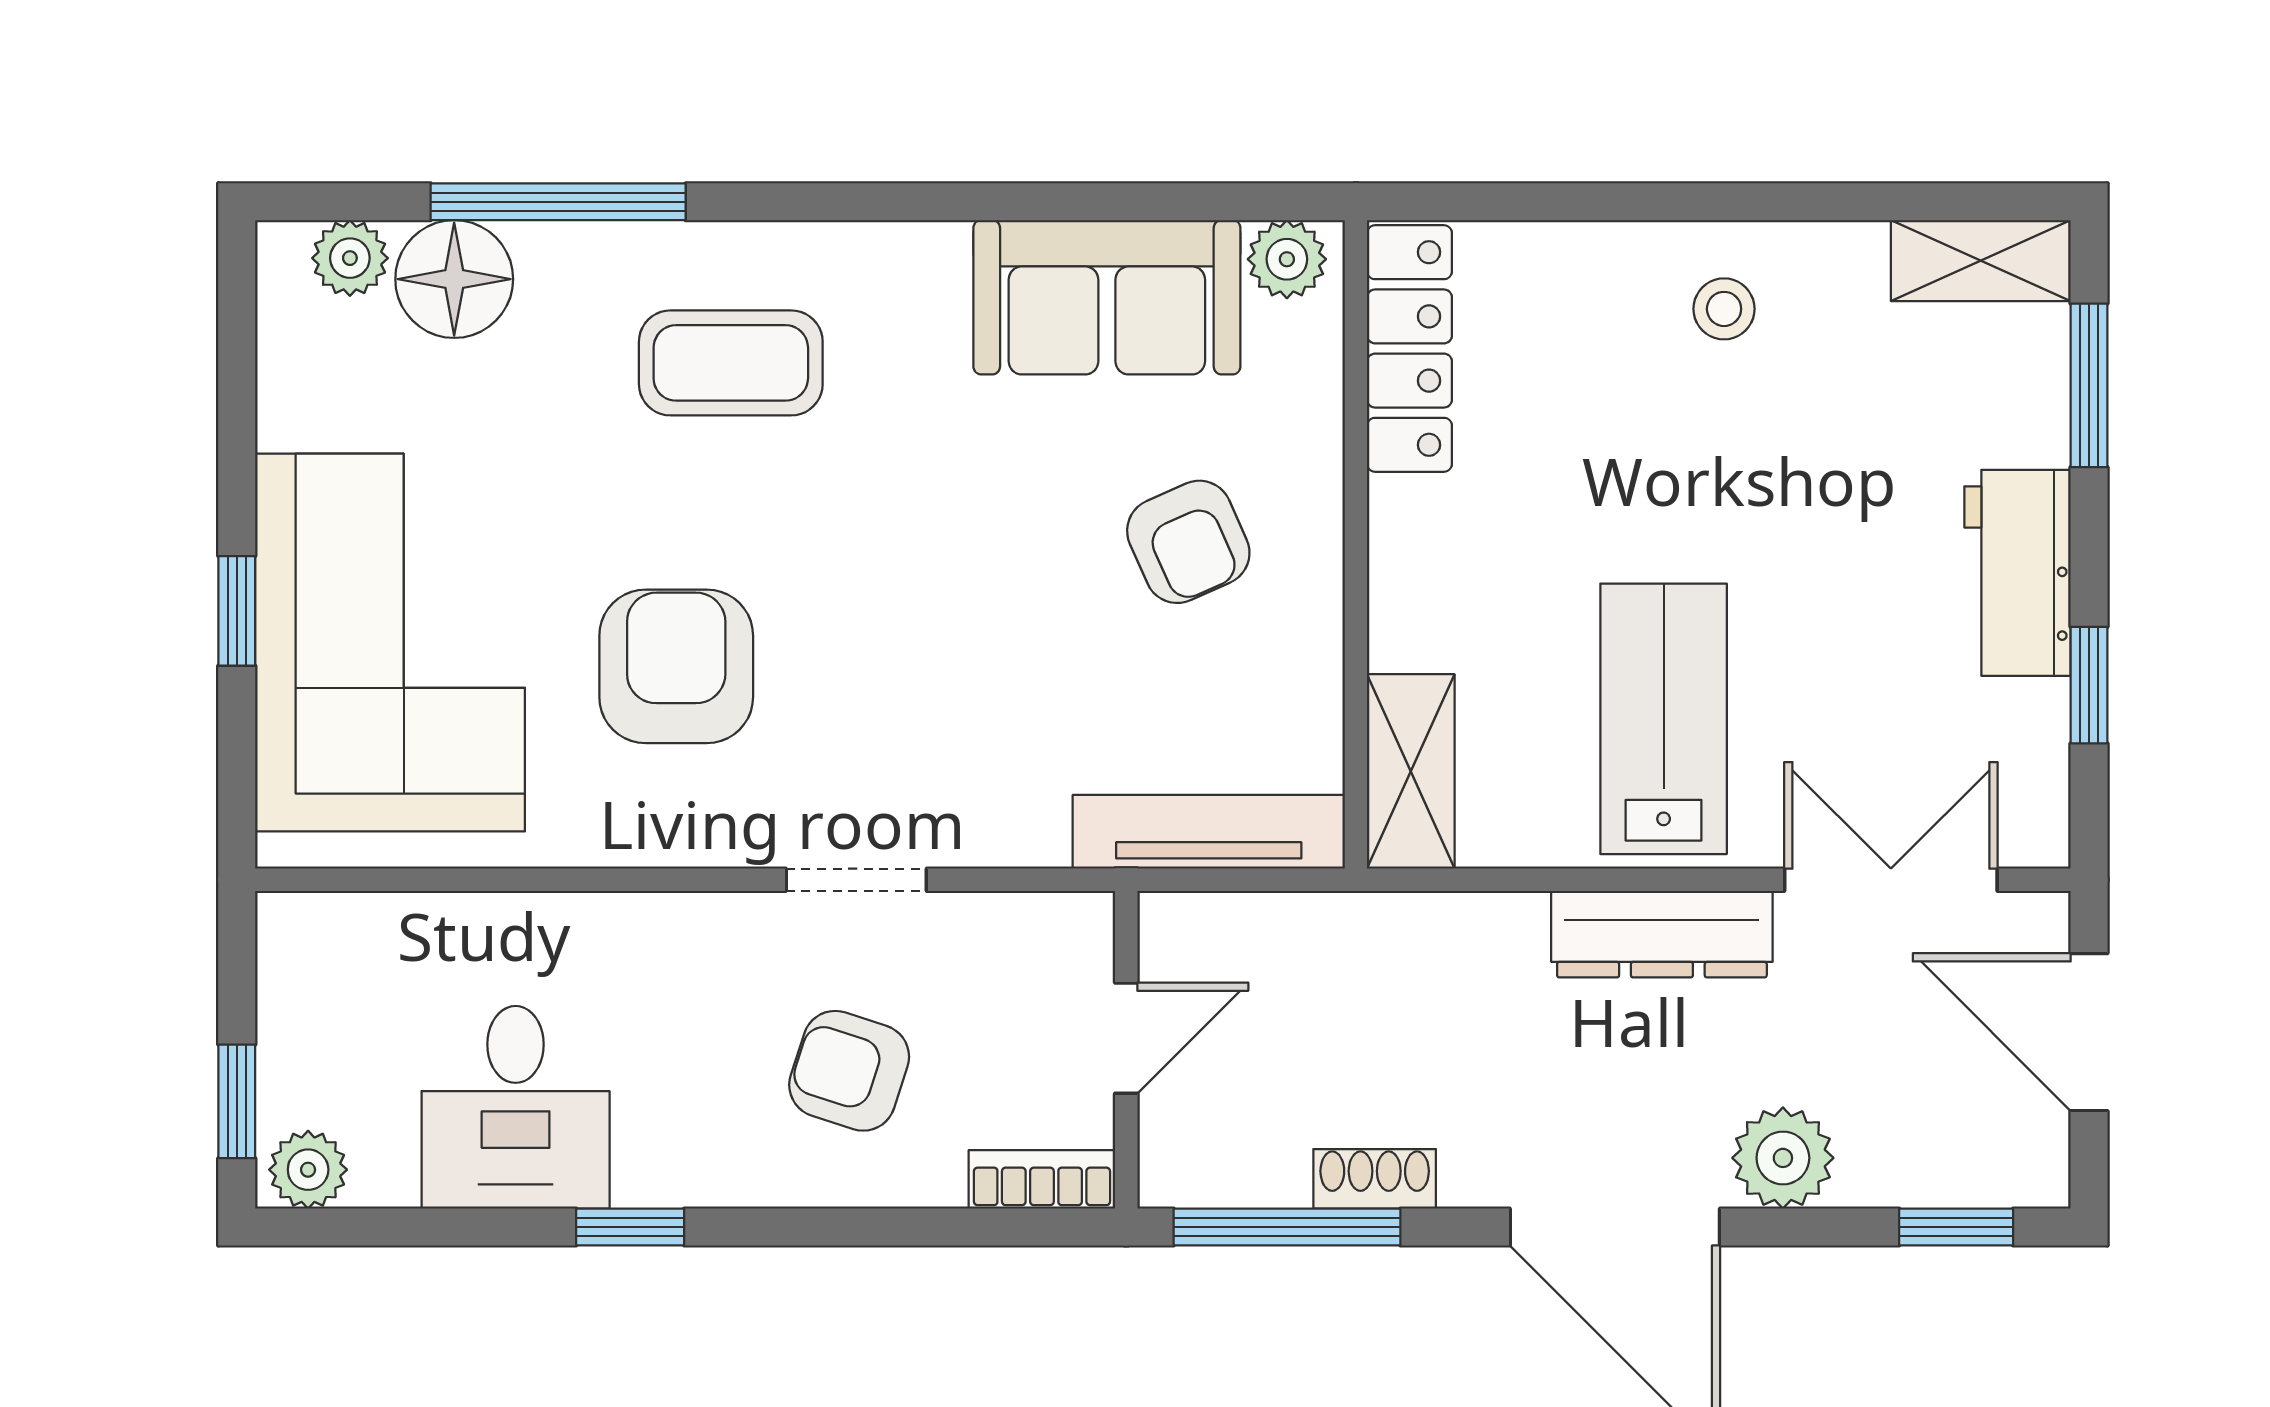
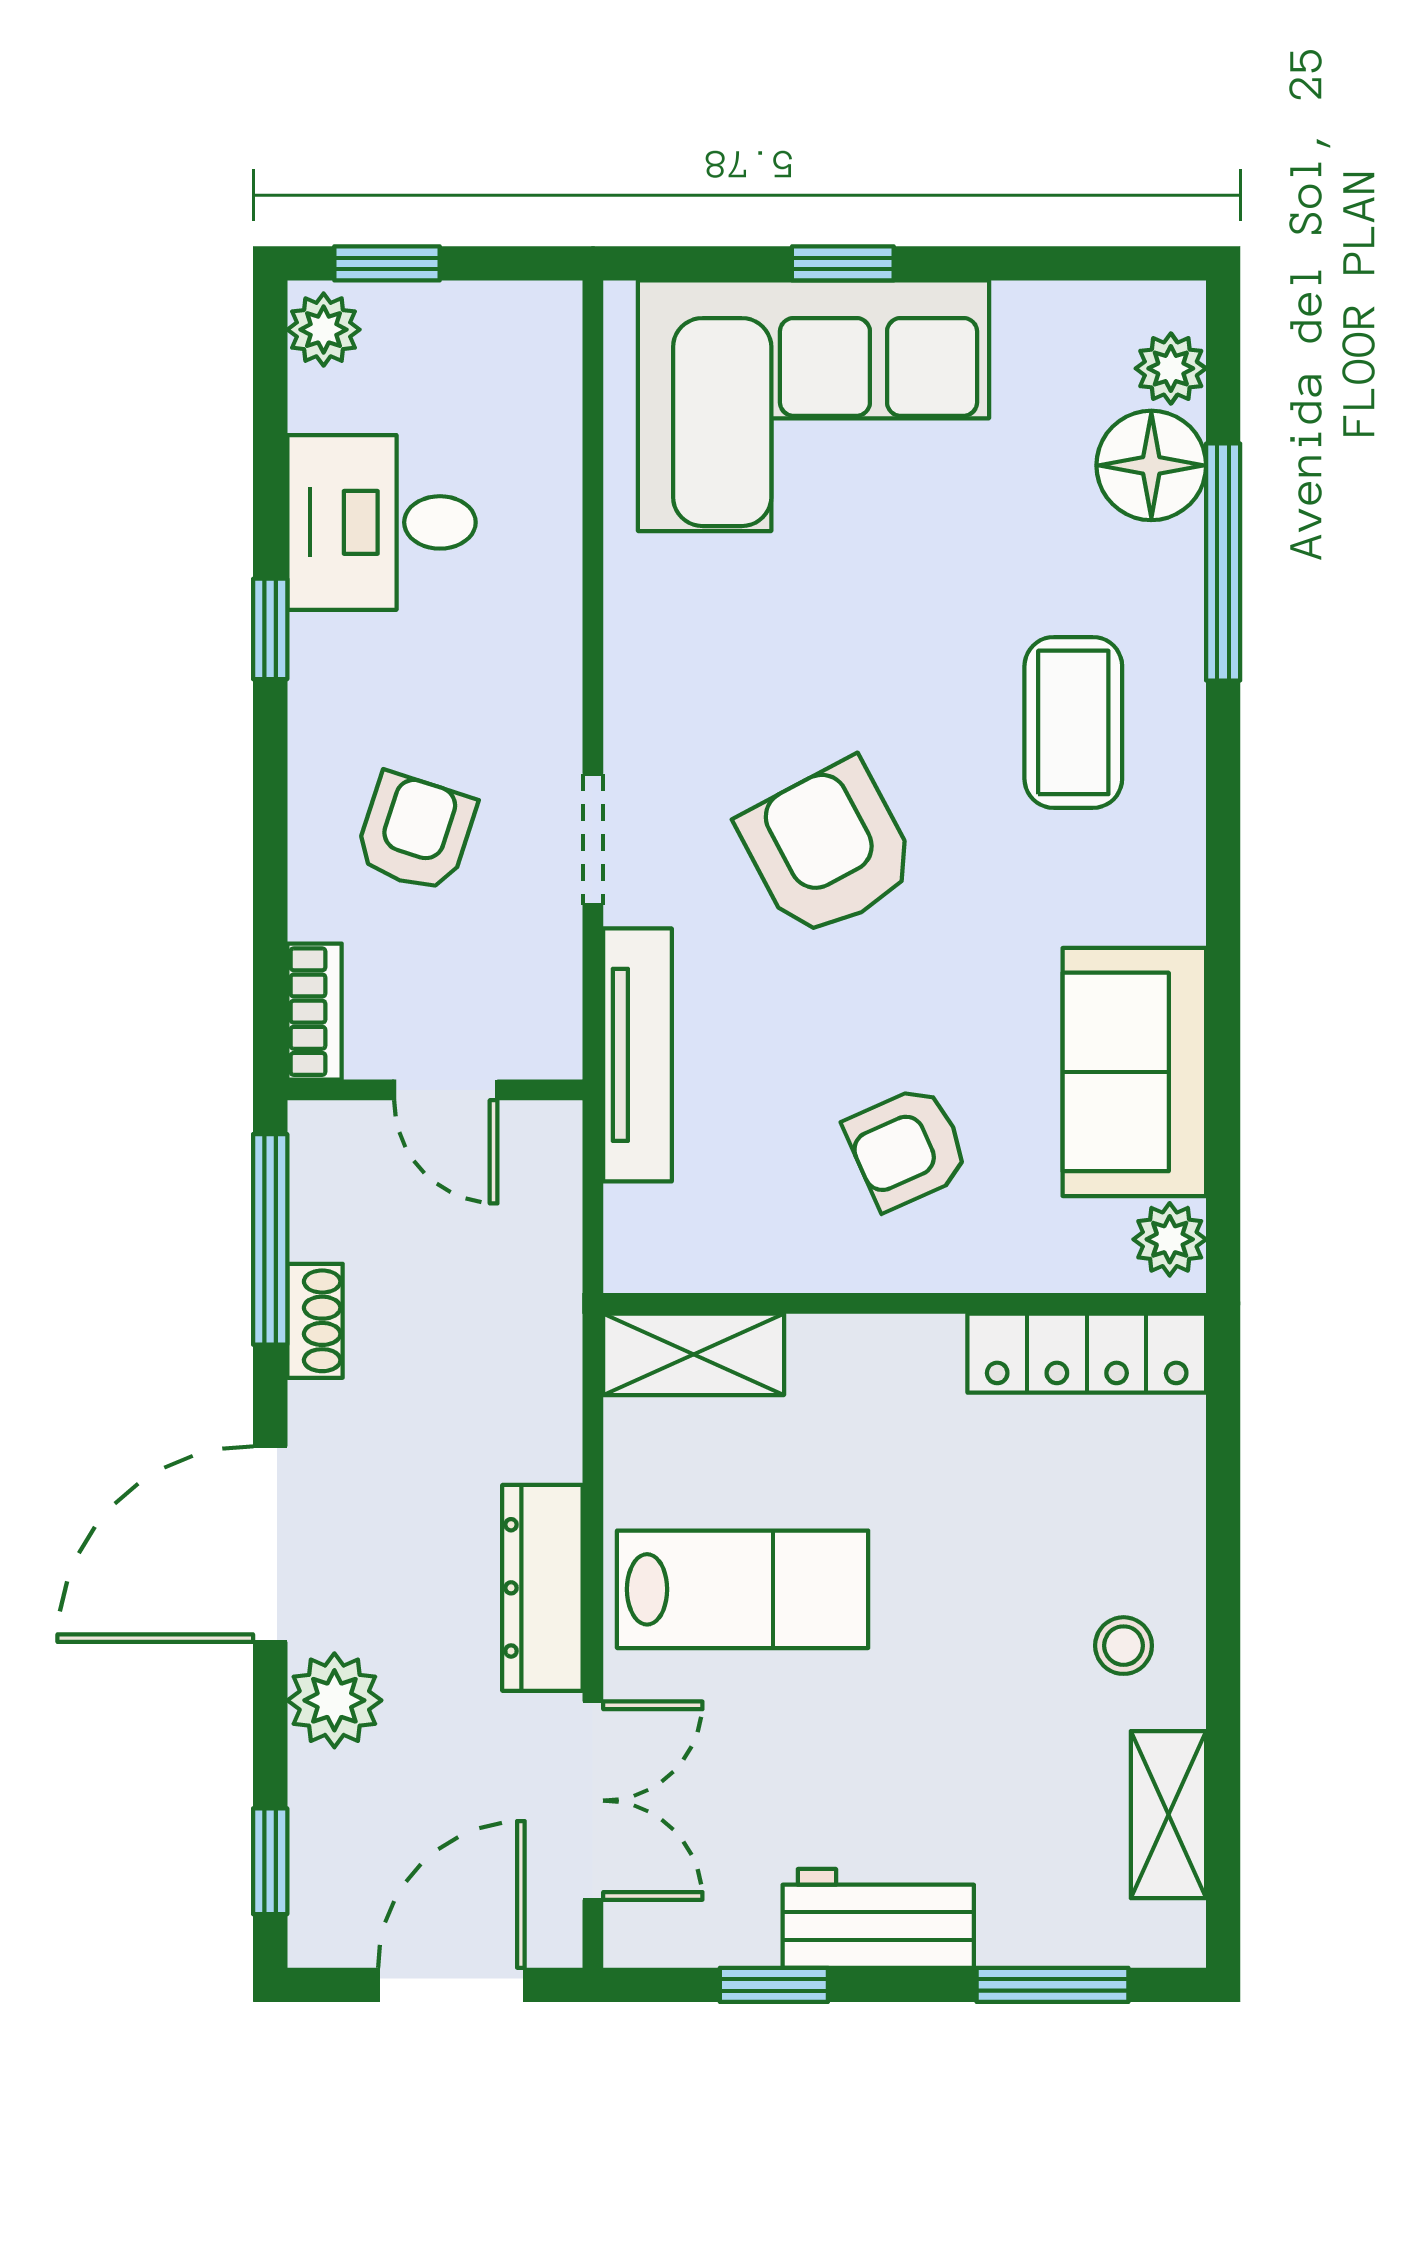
shelving: (1981, 261) -> (1168, 1815), moved
armchair: (676, 666) -> (828, 849), moved, turned -118
tv unit: (1209, 832) -> (637, 1055), moved

